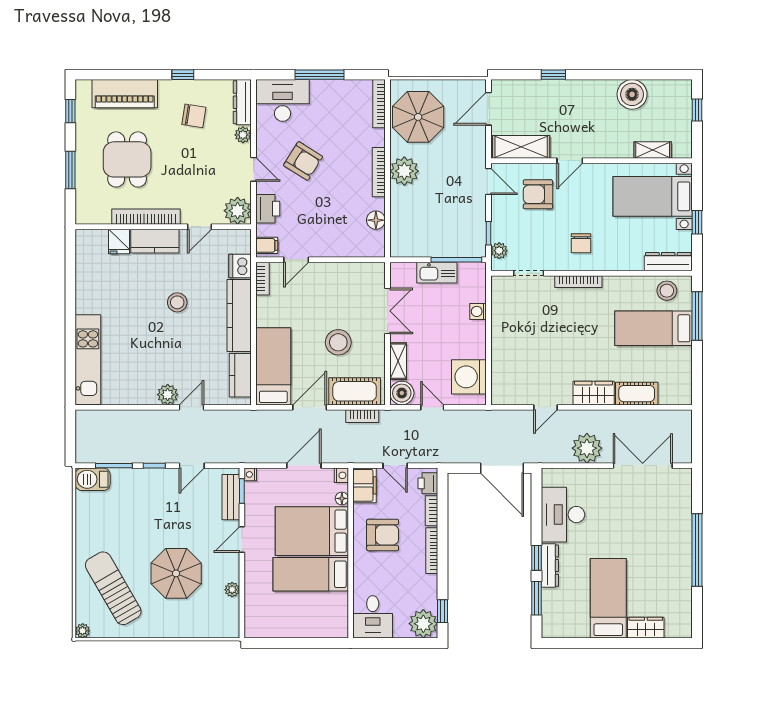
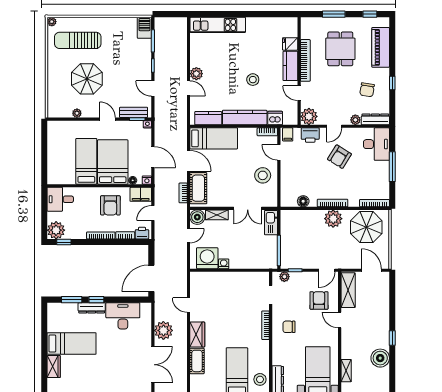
window: (553, 75) -> (392, 338), moved
dining table: (127, 159) -> (340, 49), turned 90
kitchen sink: (437, 273) -> (271, 223), moved
washing machine: (478, 311) -> (224, 264), moved
stool: (338, 342) -> (263, 175), moved
sun lounger: (113, 588) -> (78, 40), turned -150

